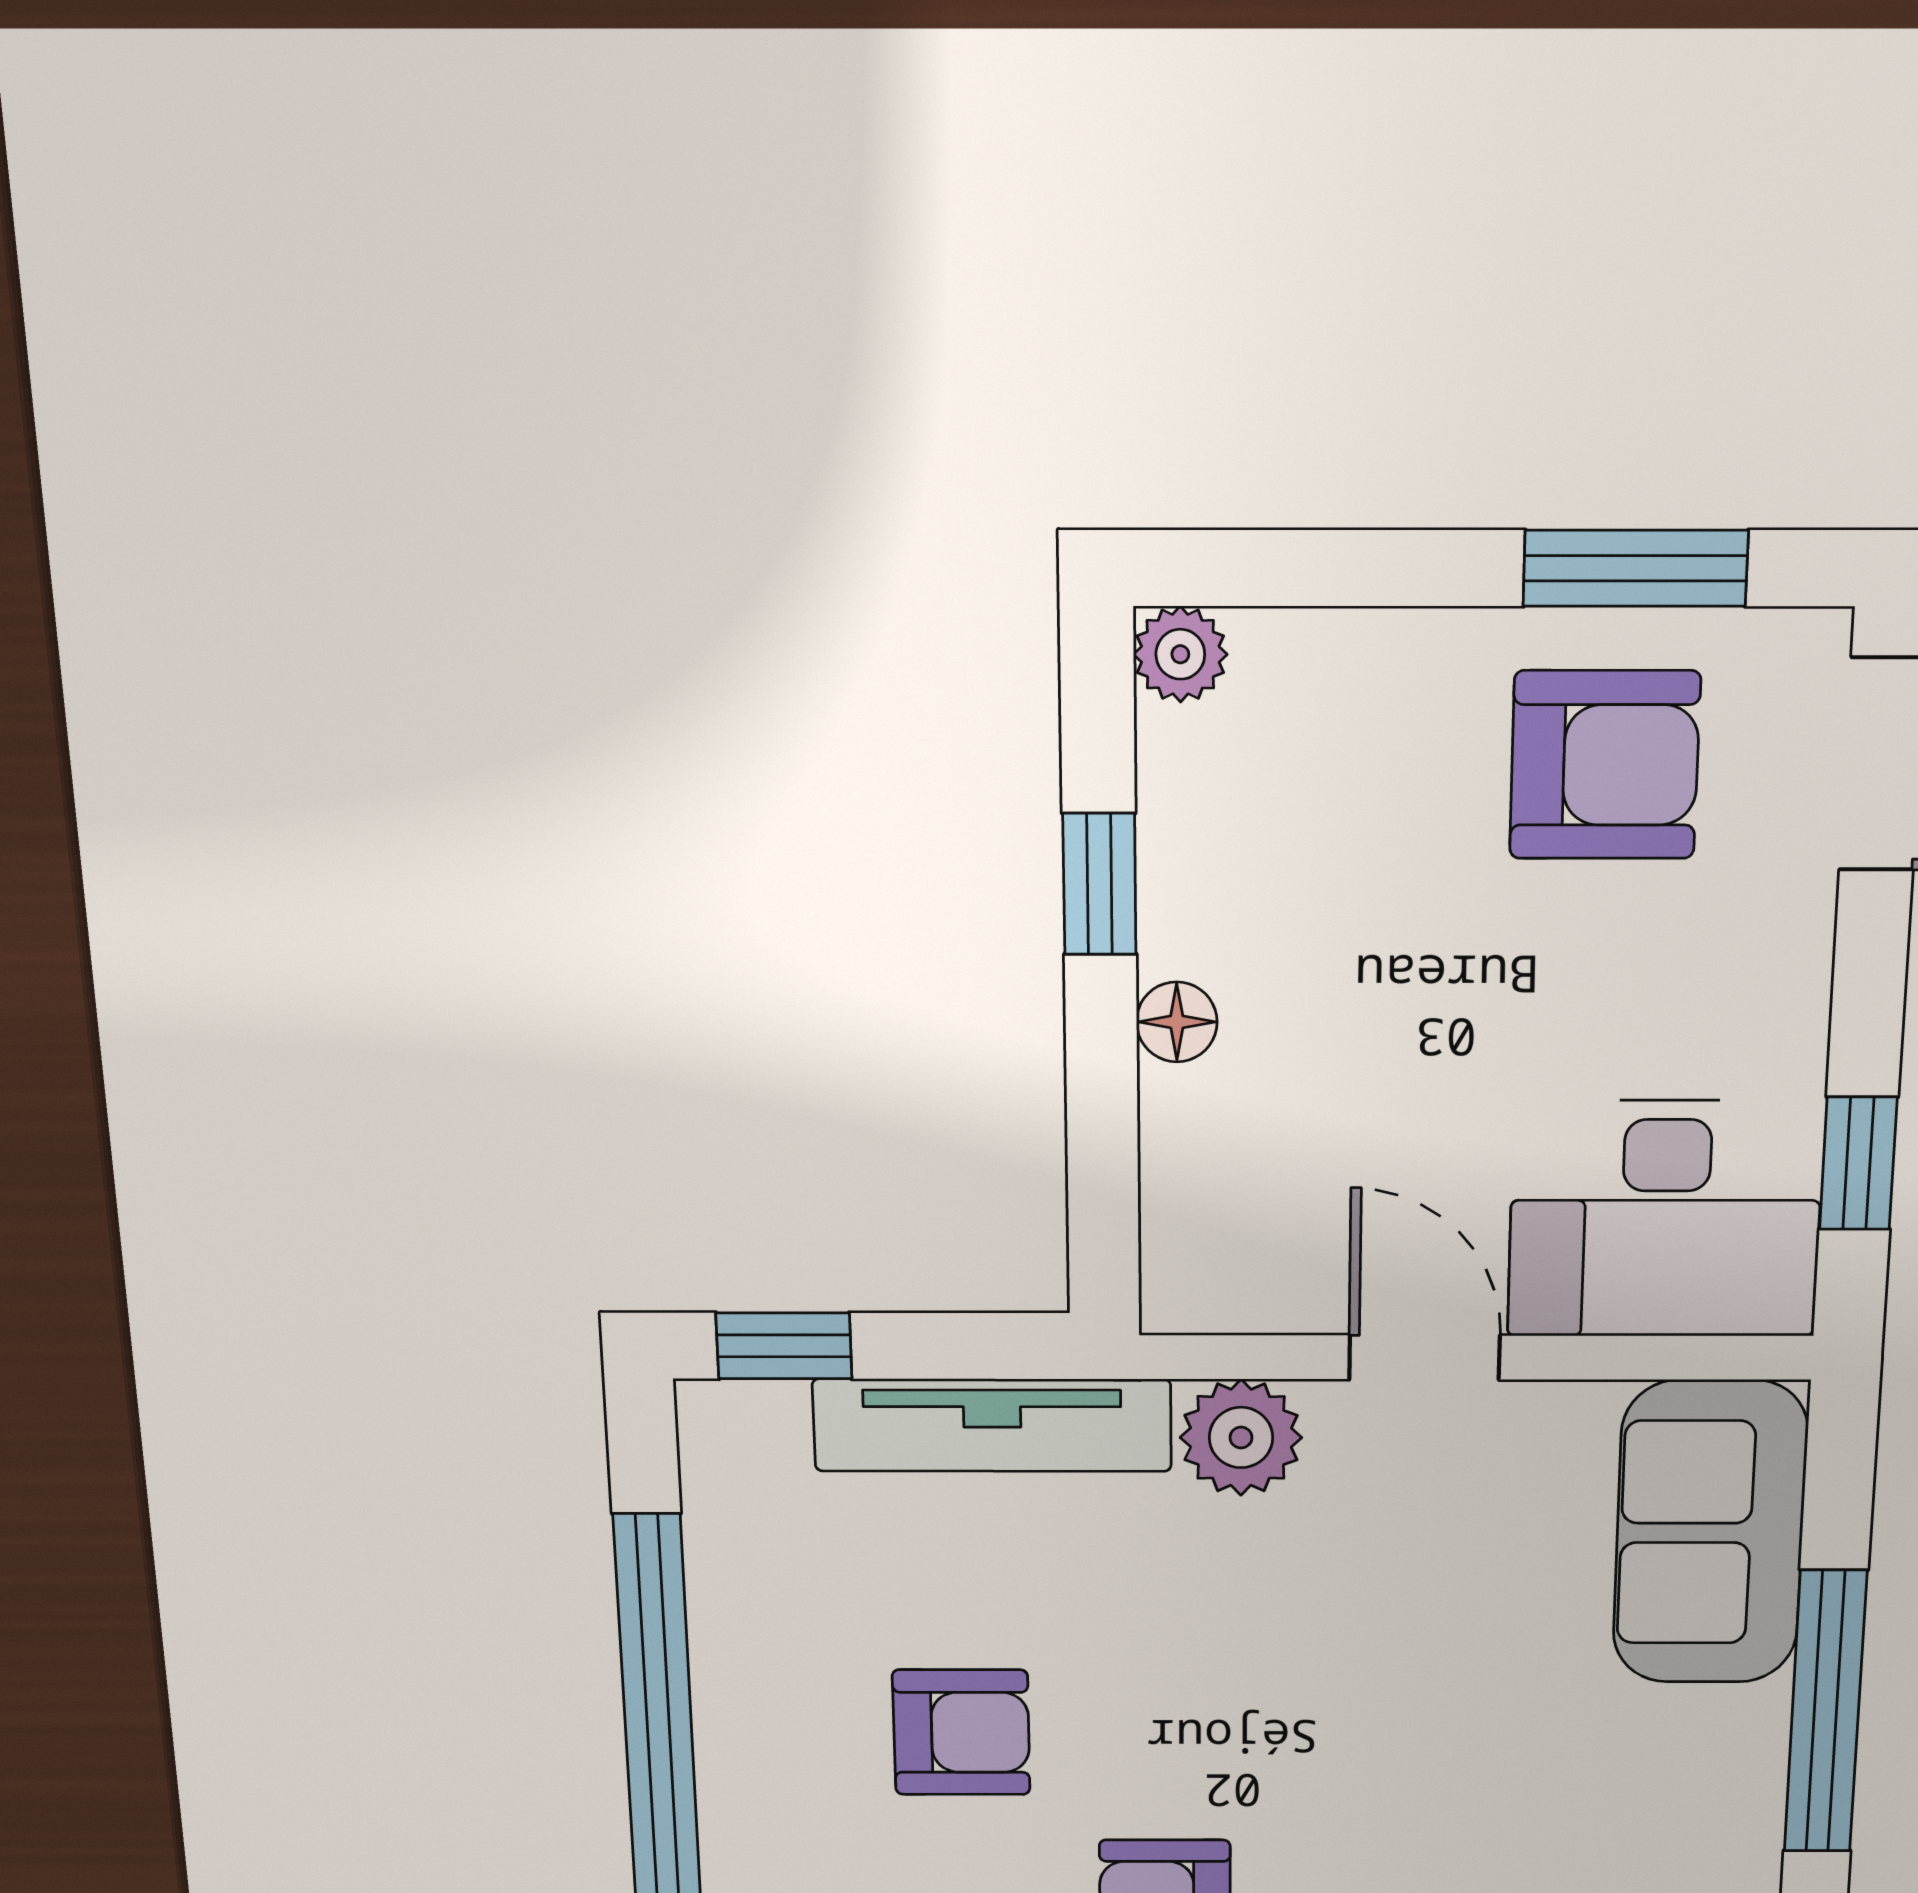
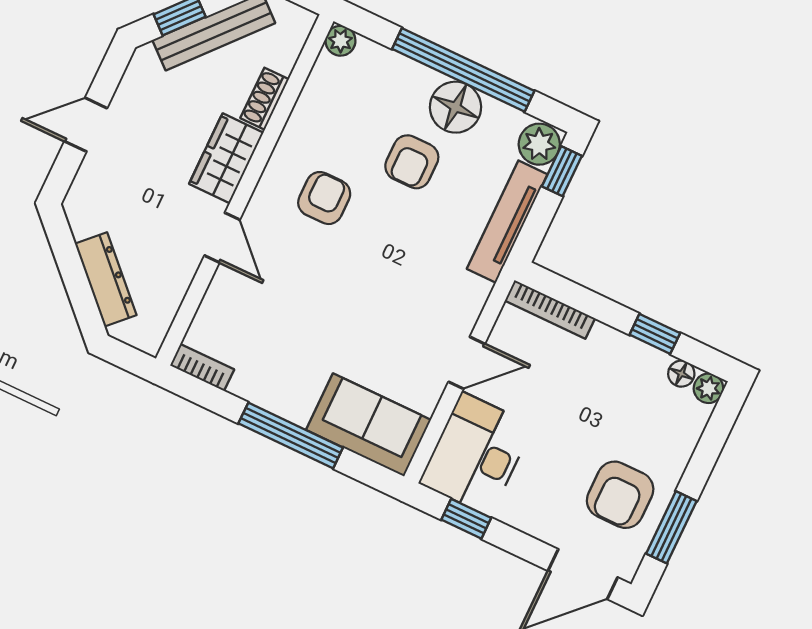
floor lamp: (1177, 1022) -> (681, 374), moved
bookcase: (1173, 1205) -> (550, 309), added
plant: (1241, 1438) -> (539, 144), moved
floor lamp: (763, 1689) -> (455, 107), added

